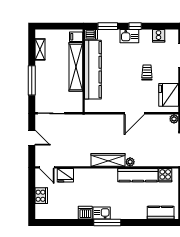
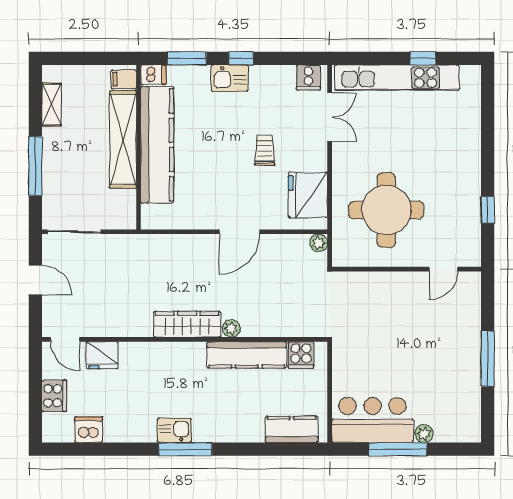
cooker: (159, 36) -> (308, 78), moved
dishwasher: (85, 213) -> (89, 430), moved

